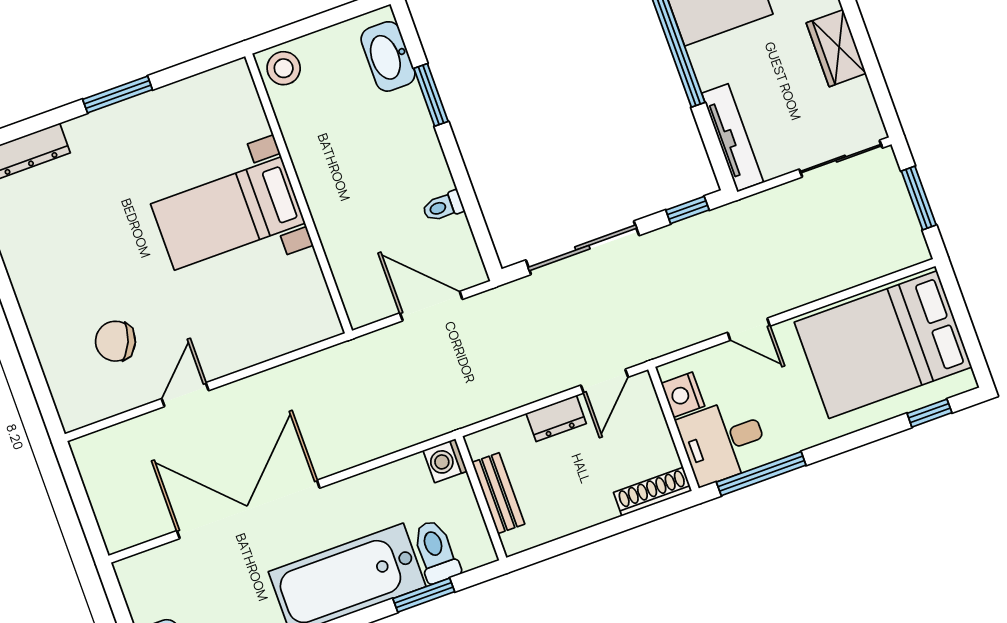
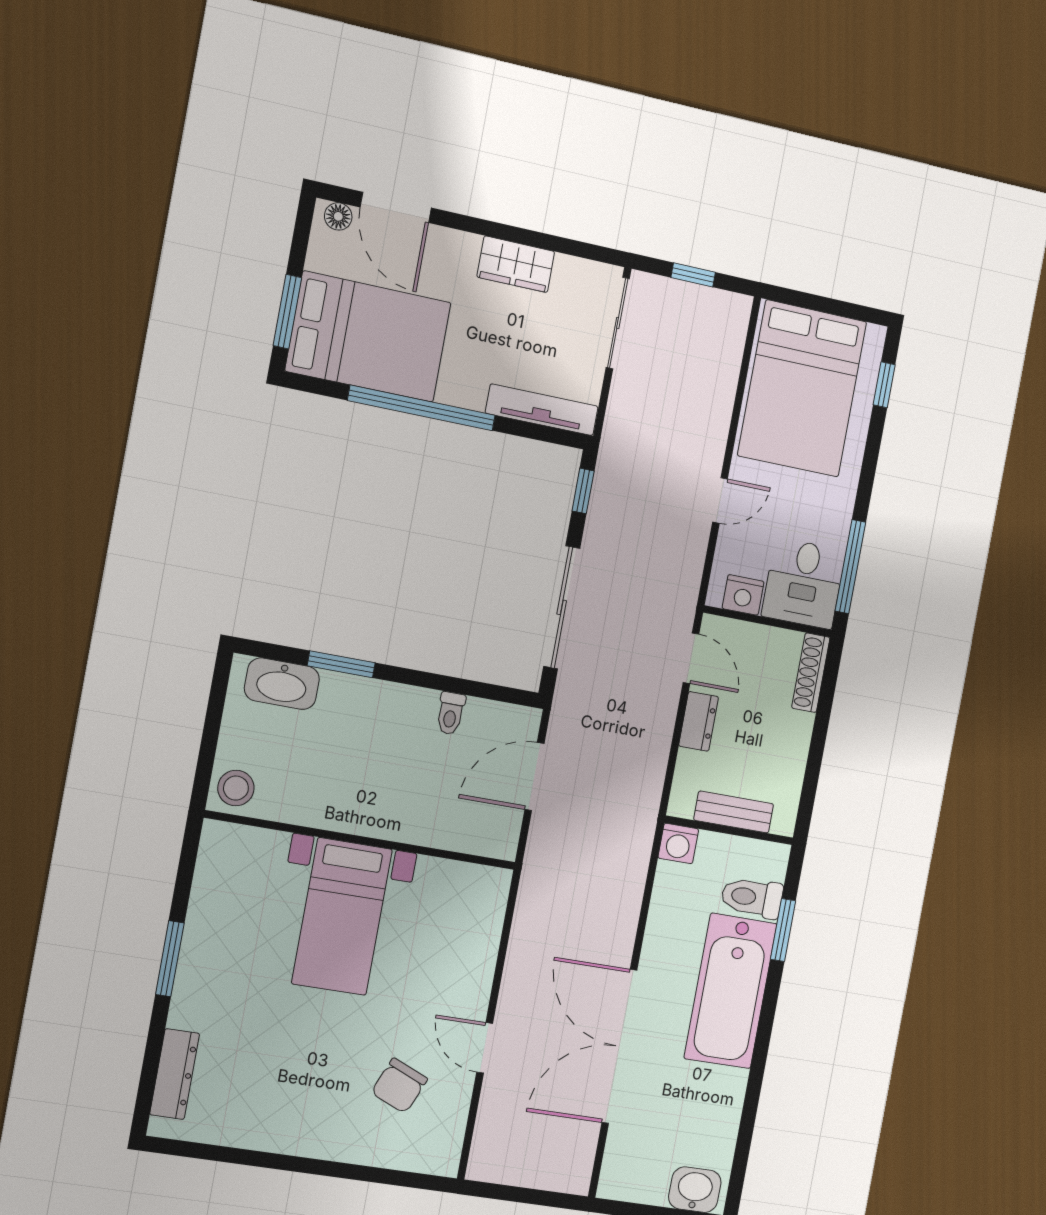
window: (919, 198) -> (693, 275), width x0.67

